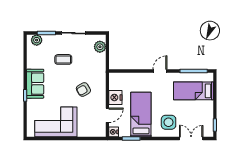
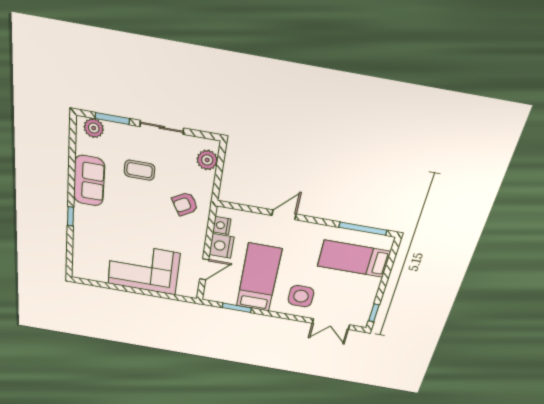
door: (160, 71) -> (284, 215), moved
sofa: (35, 84) -> (89, 181), moved
armchair: (83, 90) -> (185, 204), moved
corner sofa: (56, 122) -> (144, 269), moved
nightstand: (114, 132) -> (222, 225), moved
double door: (191, 139) -> (331, 324), swing flipped

